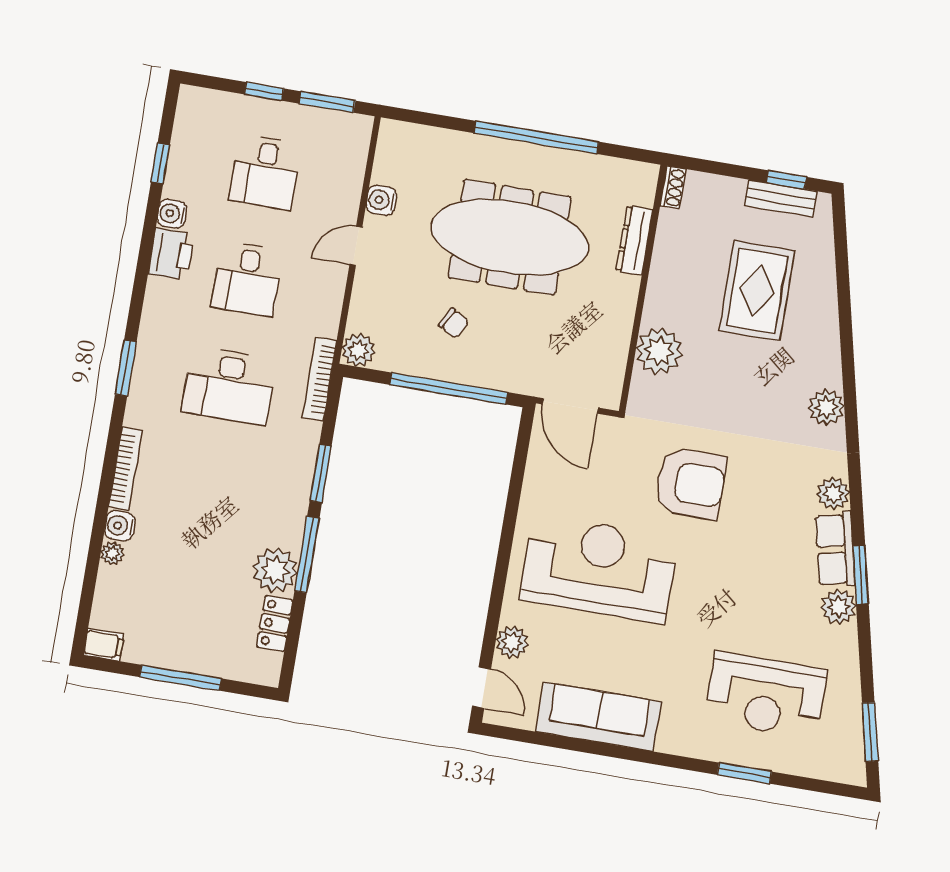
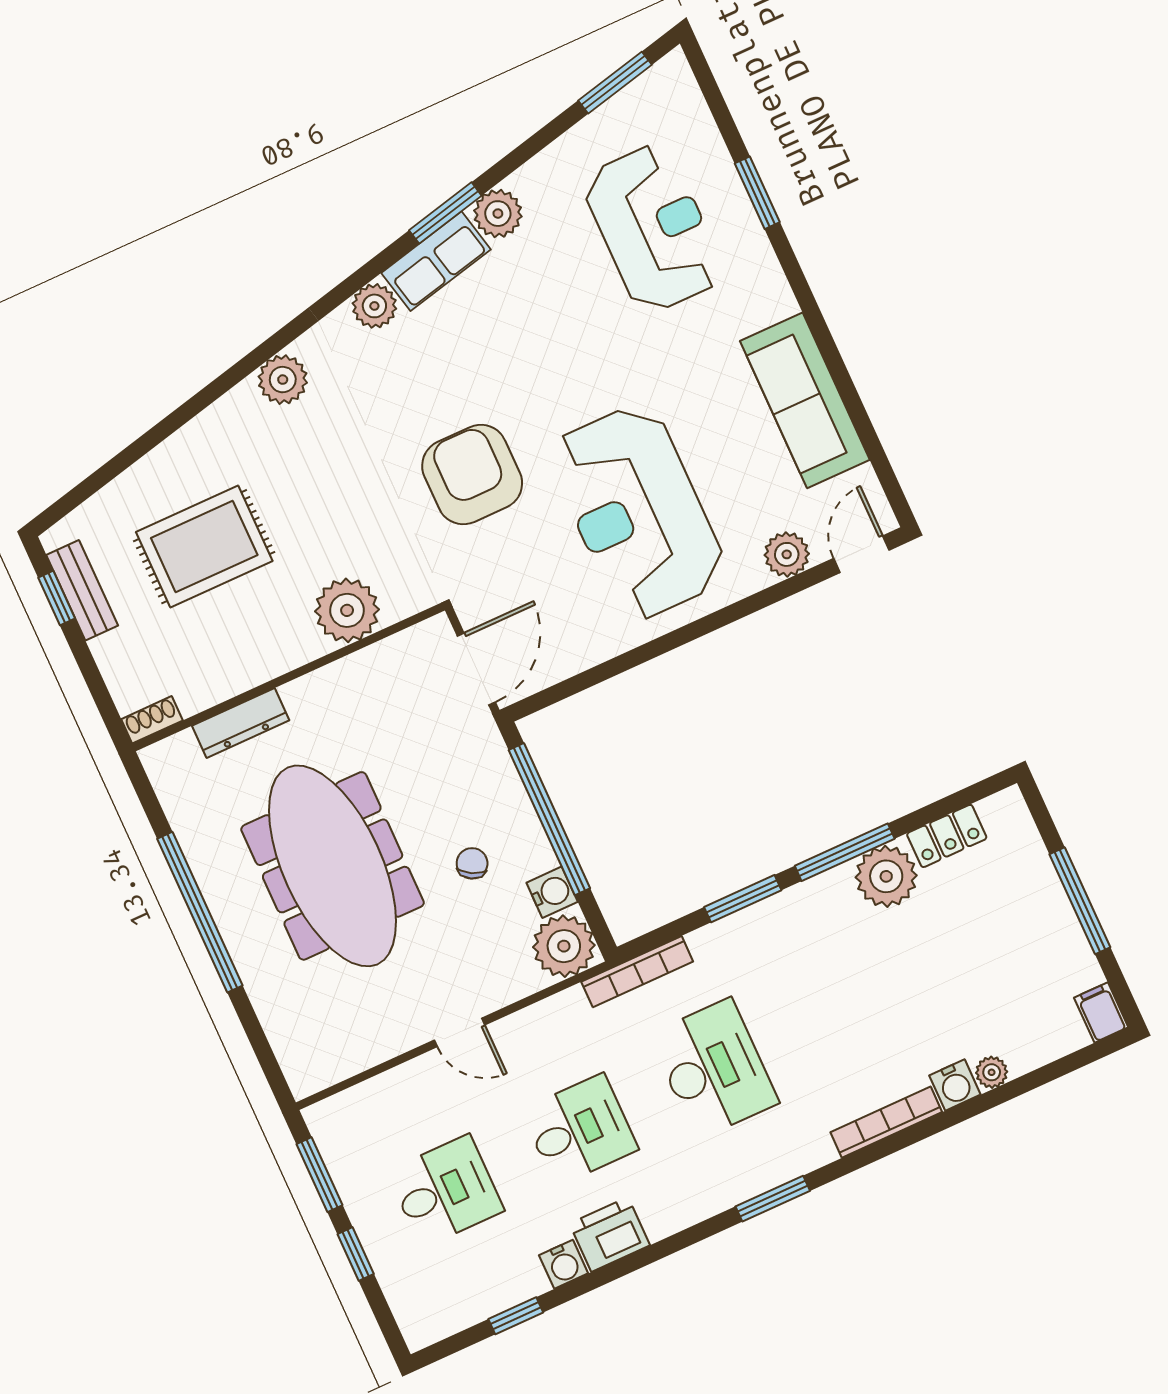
water cooler: (381, 200) -> (552, 892), moved, turned -90
plant: (358, 350) -> (564, 946), width x1.36, depth x1.36

